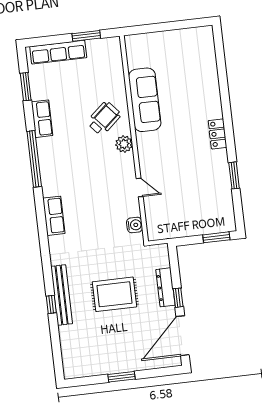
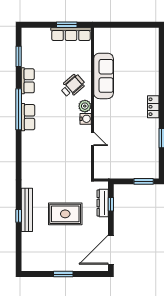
row of seats: (58, 52) -> (71, 34), moved
row of seats: (54, 216) -> (28, 117), moved
water cooler: (135, 225) -> (86, 119), moved
dresser: (165, 287) -> (103, 203), moved
window: (178, 298) -> (111, 204), moved

